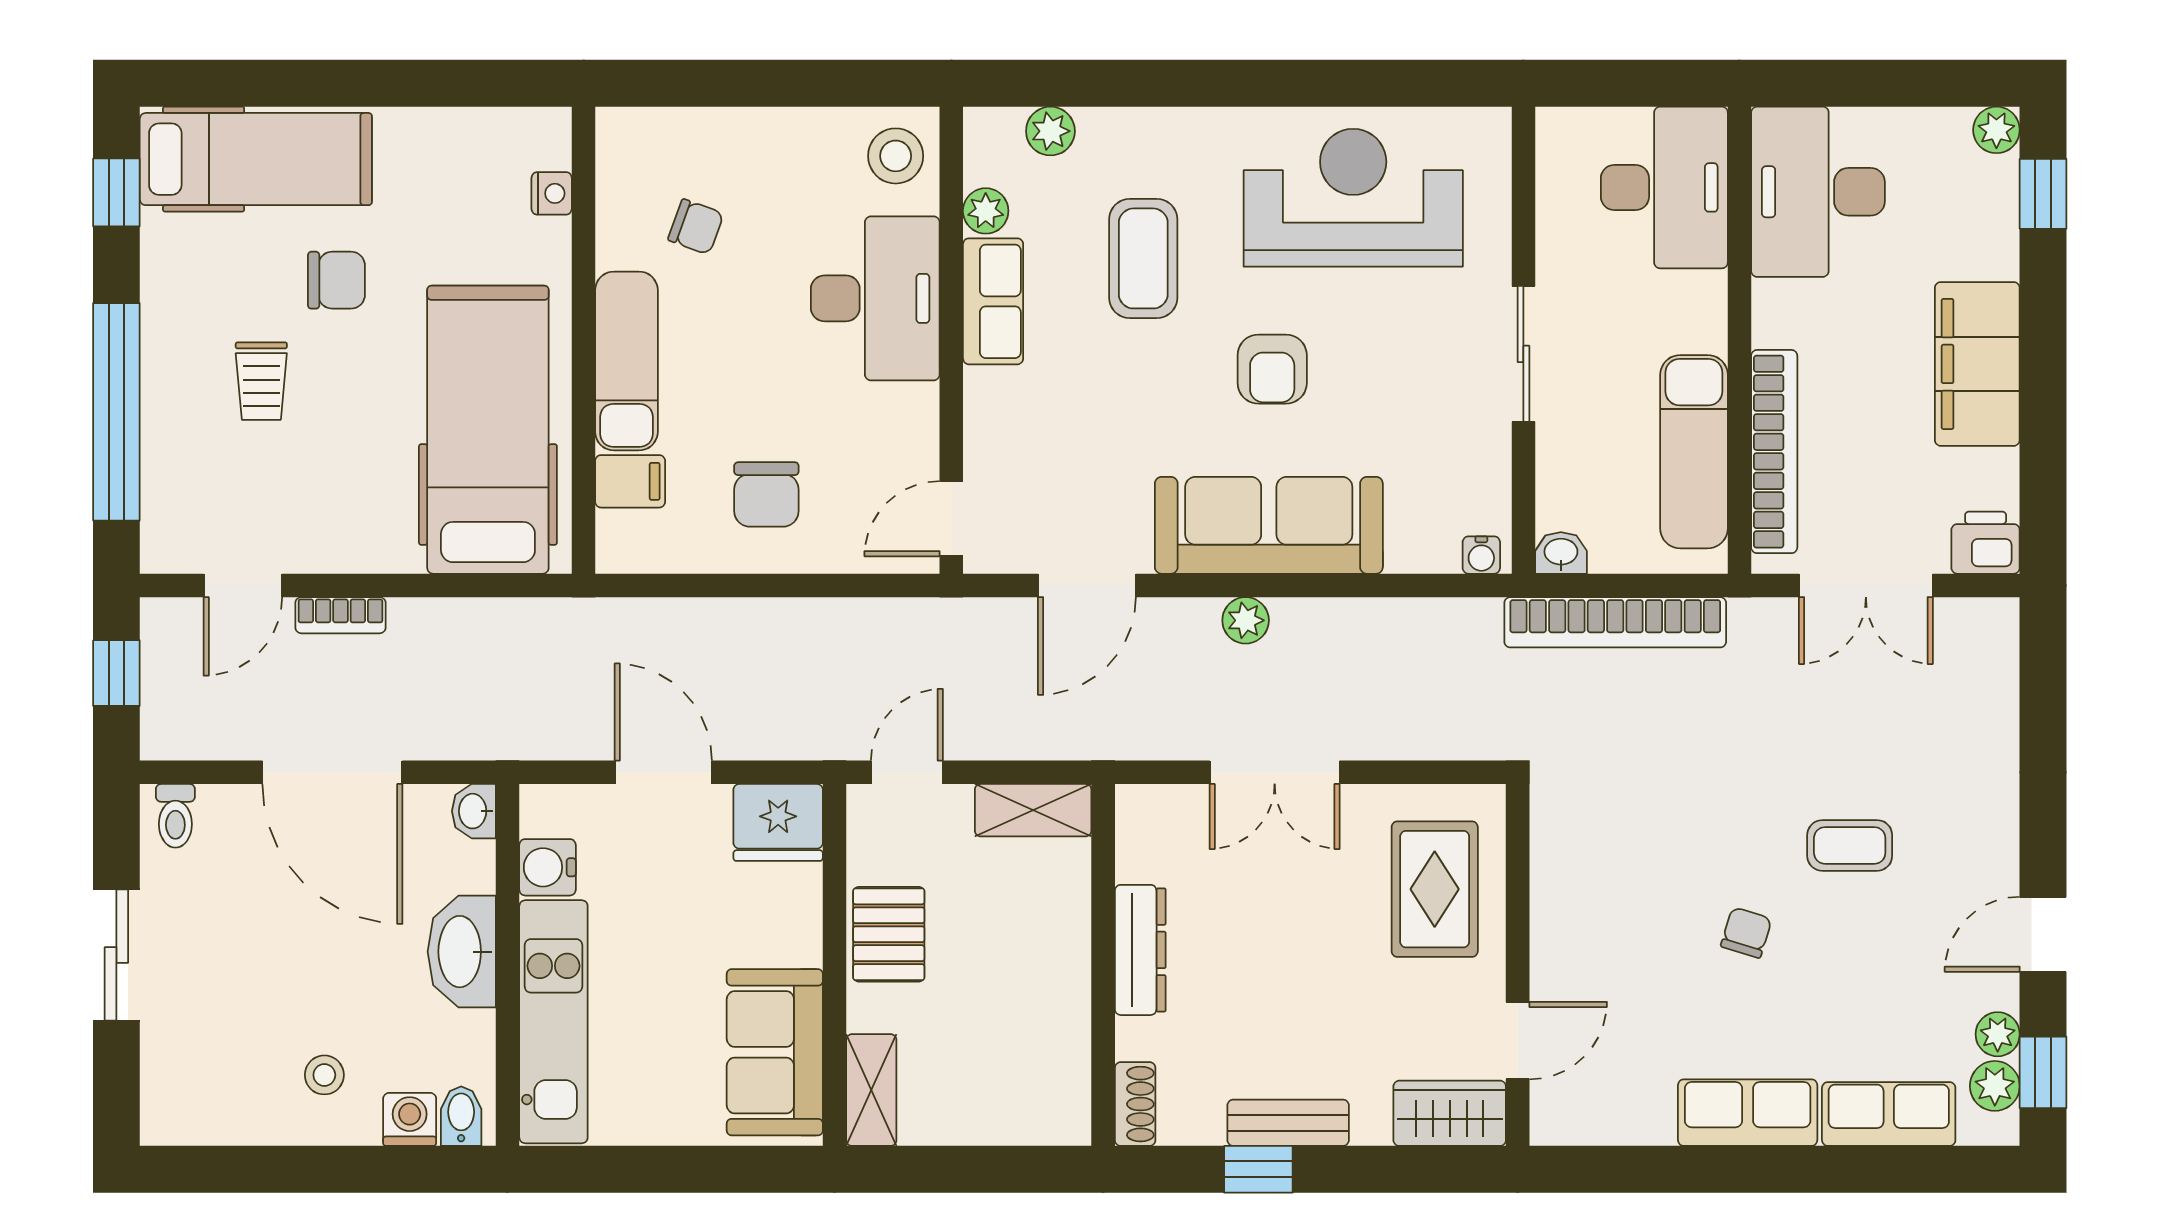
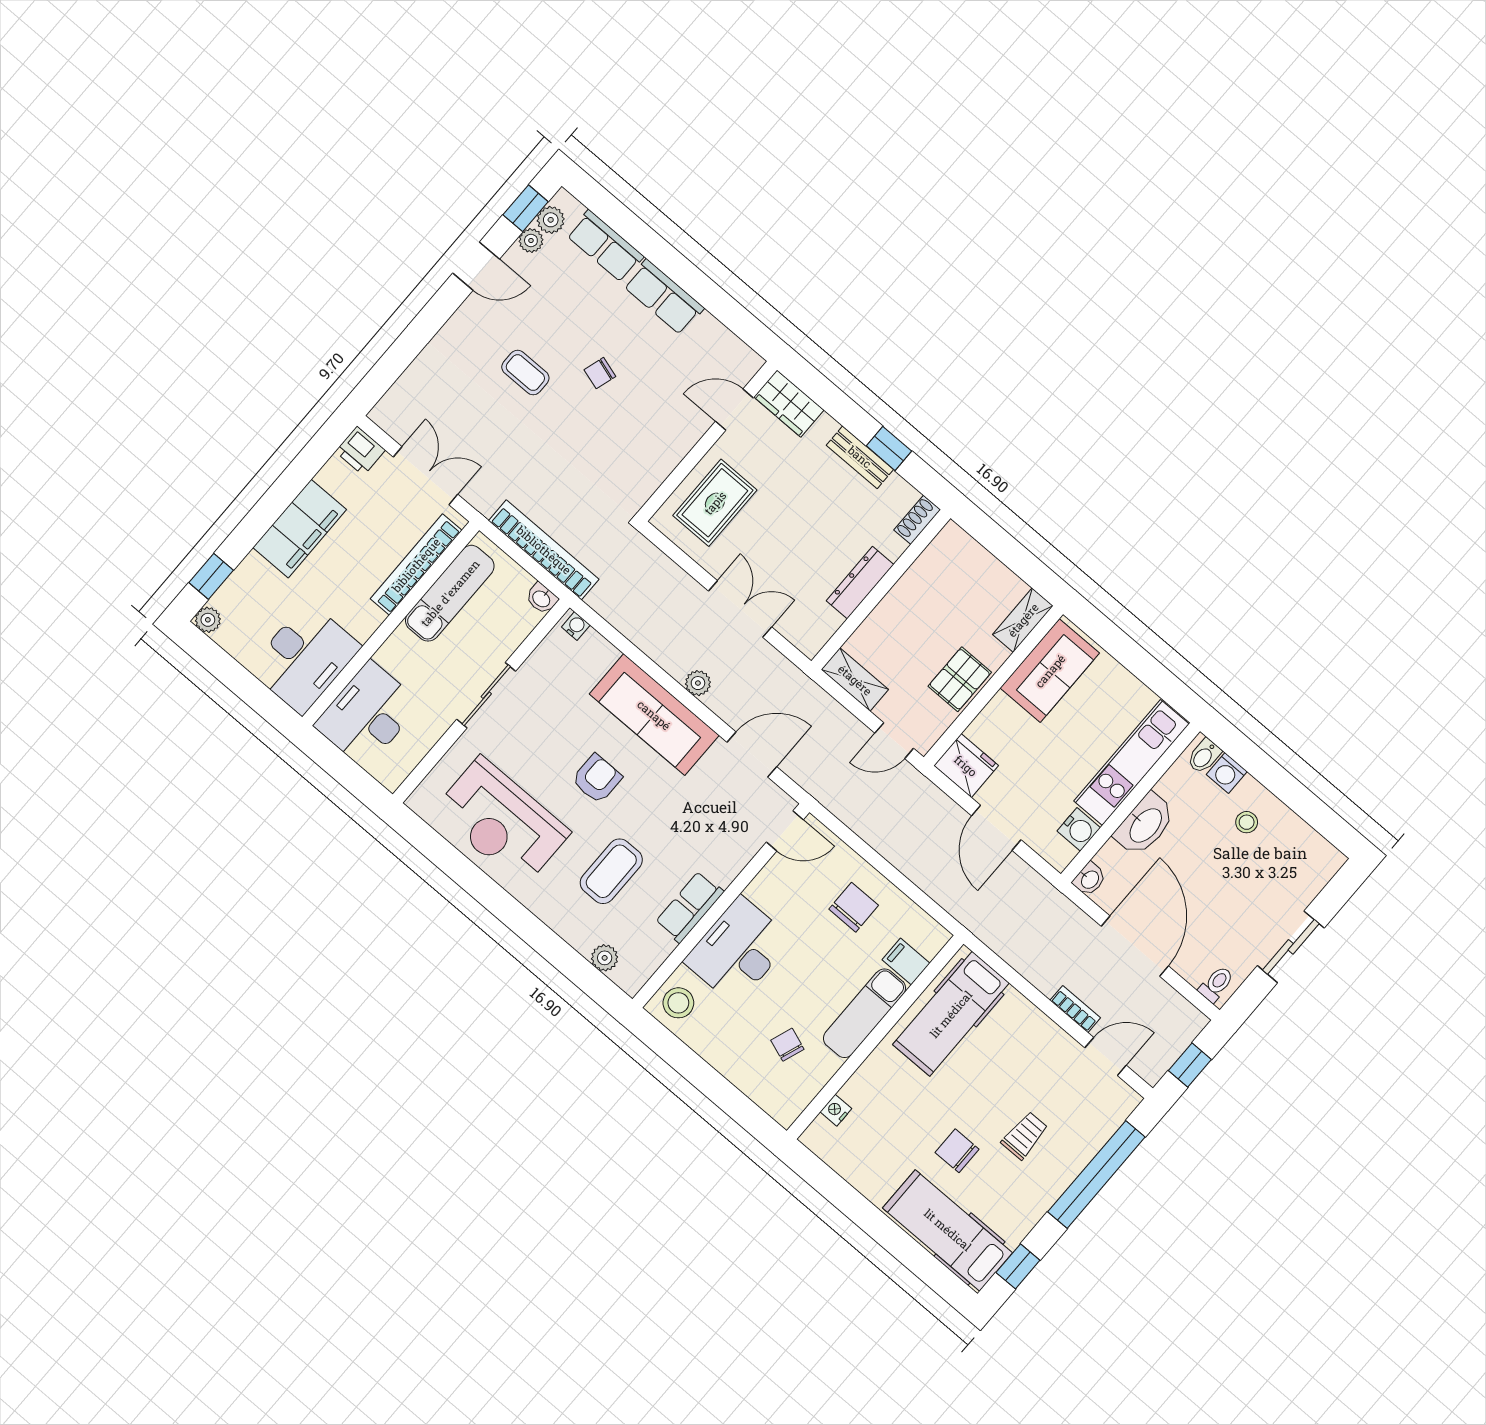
plant: (986, 211) -> (660, 948), removed
hospital bed: (488, 430) -> (951, 1014), width x0.73, depth x0.78

